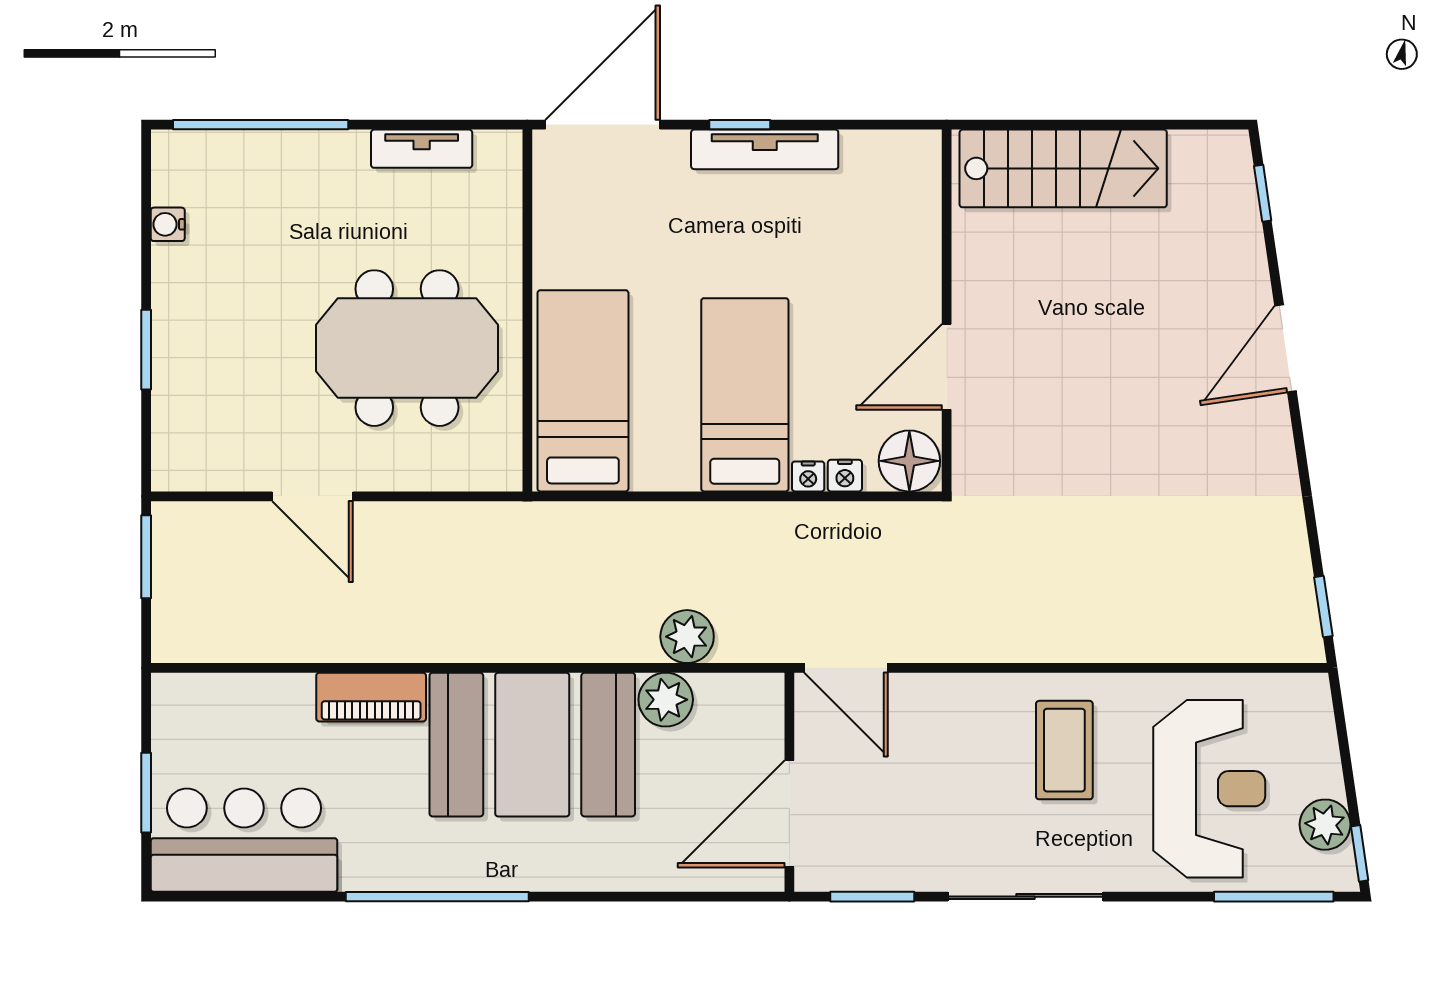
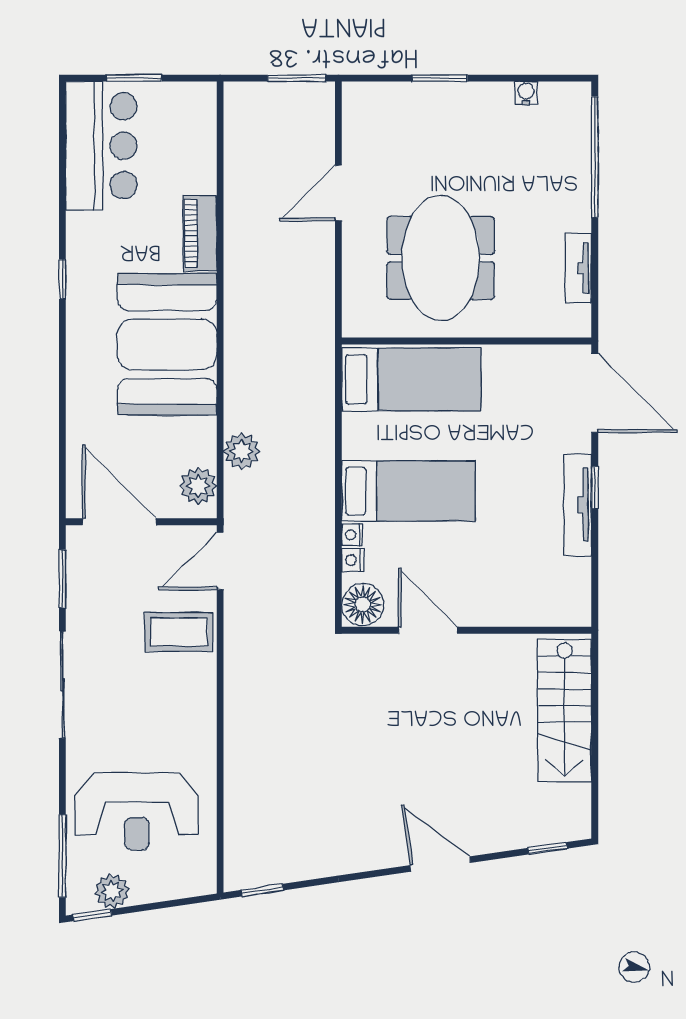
plant: (666, 700) -> (198, 486), moved
coffee table: (1064, 750) -> (179, 632), moved
window: (437, 897) -> (62, 279), width x0.32

